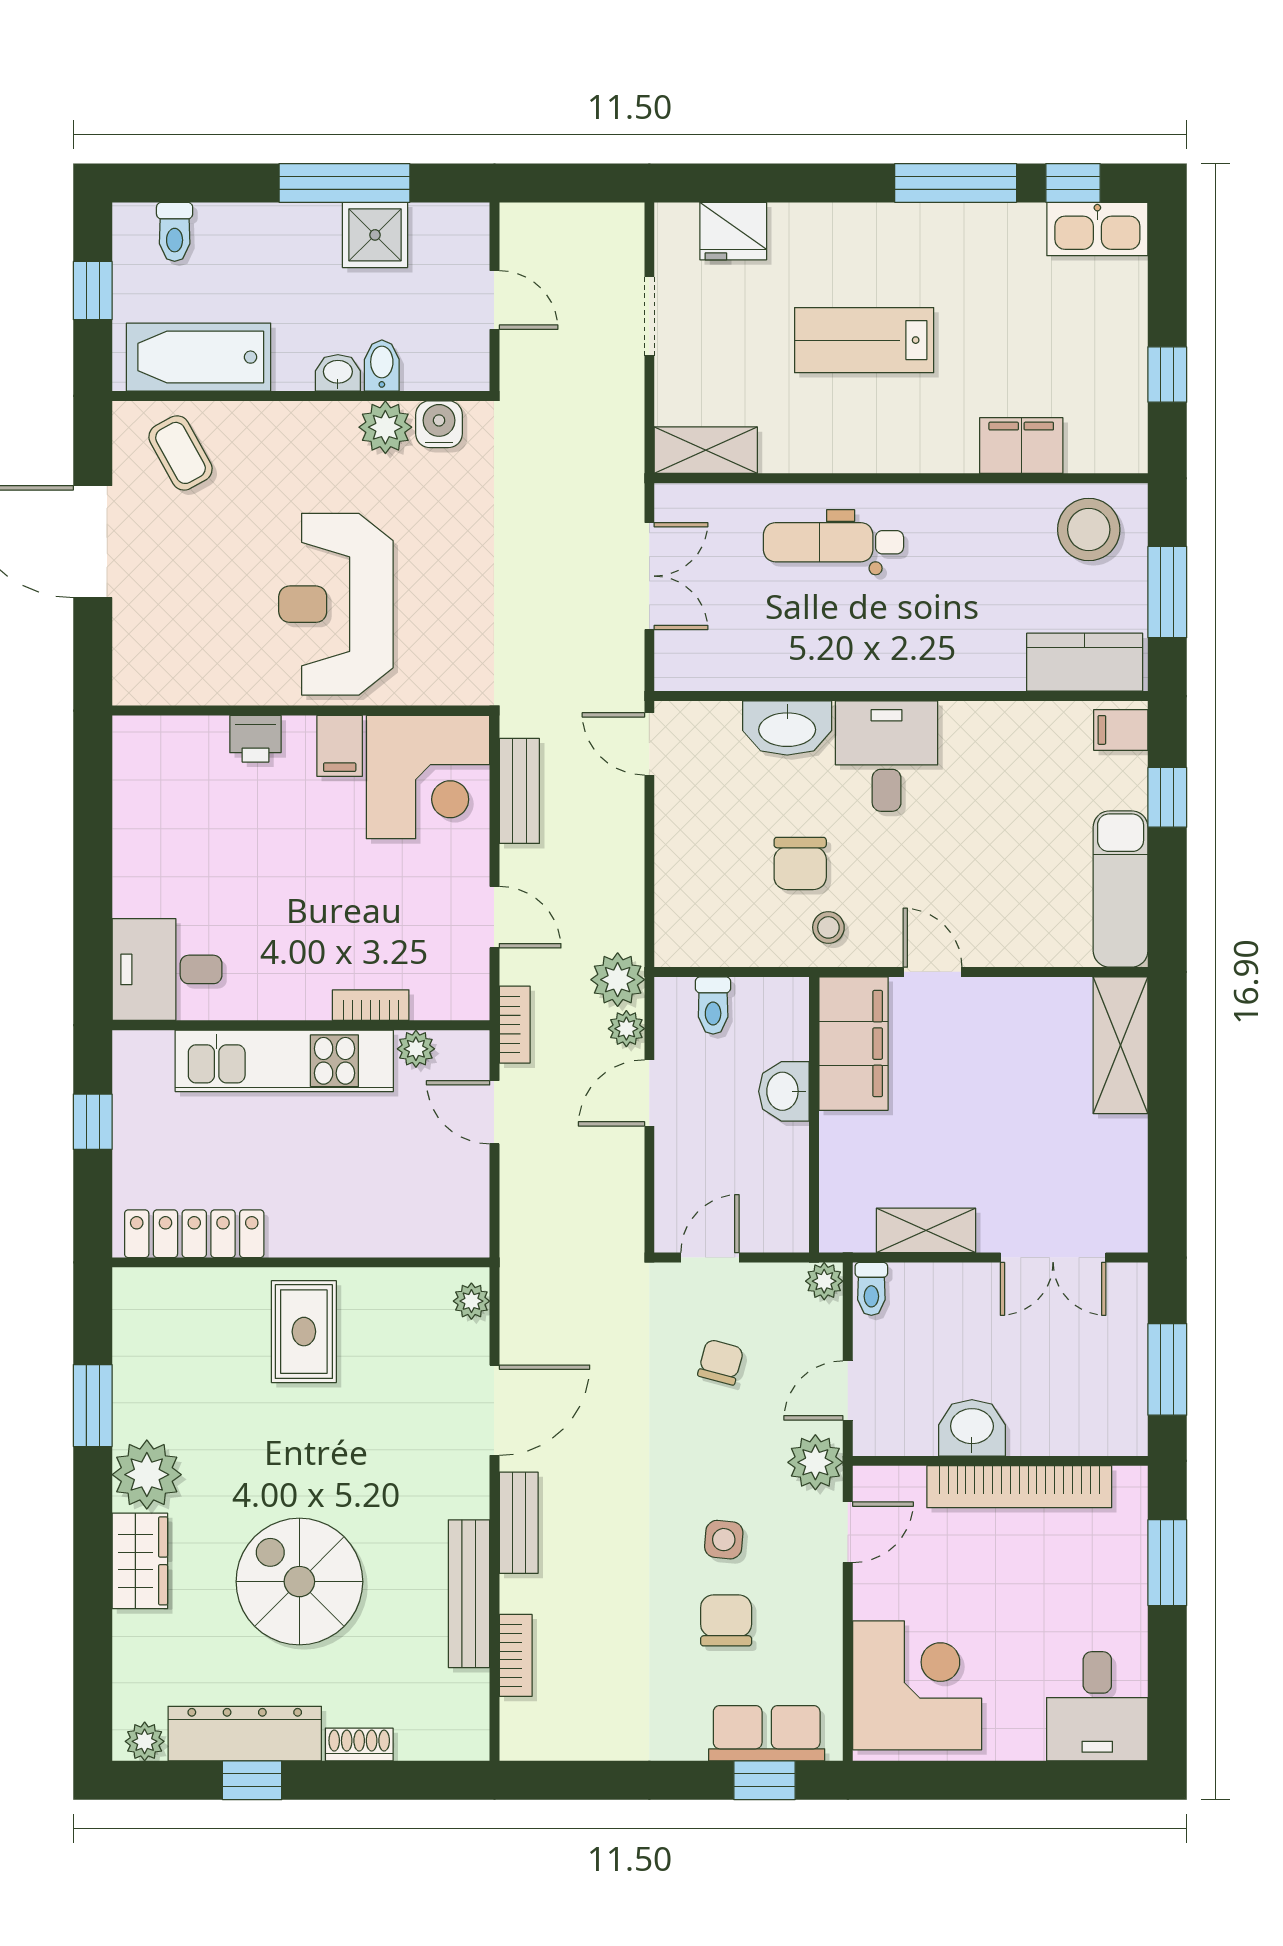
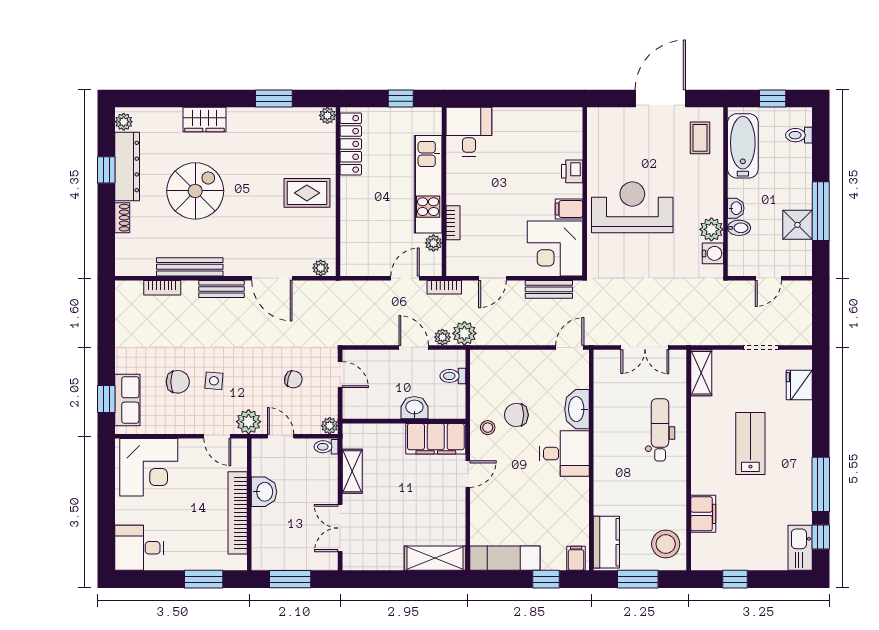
coffee table: (181, 453) -> (700, 138), turned -61
plant: (147, 1475) -> (327, 115), moved, width x0.53, depth x0.53

